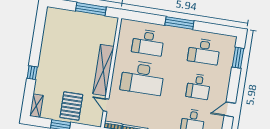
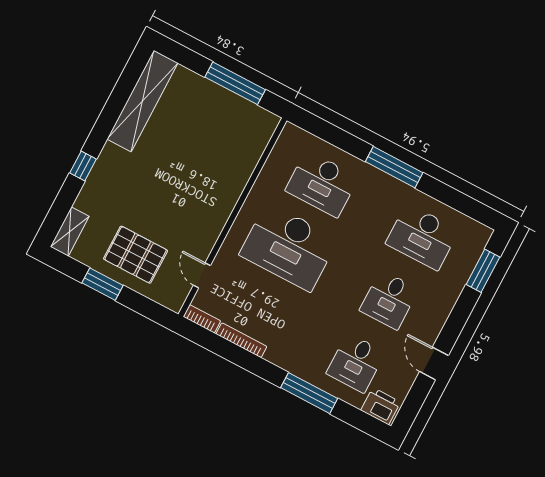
shelving: (103, 70) -> (142, 101), moved
pallet: (71, 106) -> (136, 255), turned 90
door: (230, 109) -> (434, 364), hinge flipped

